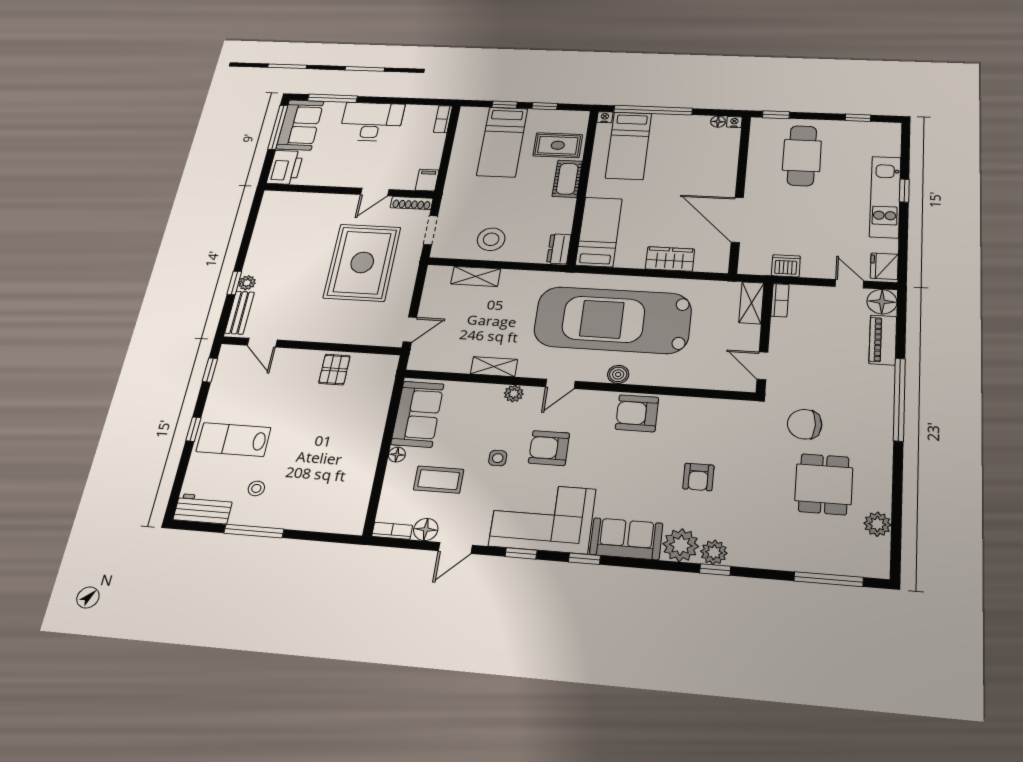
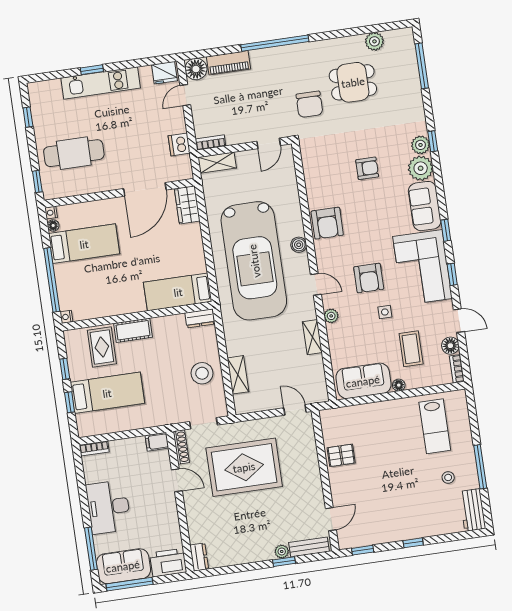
bed: (629, 146) -> (84, 244), moved
dresser: (278, 198) -> (199, 557), added
wardrobe: (670, 259) -> (187, 205), moved
lab bench: (233, 439) -> (435, 426), moved

